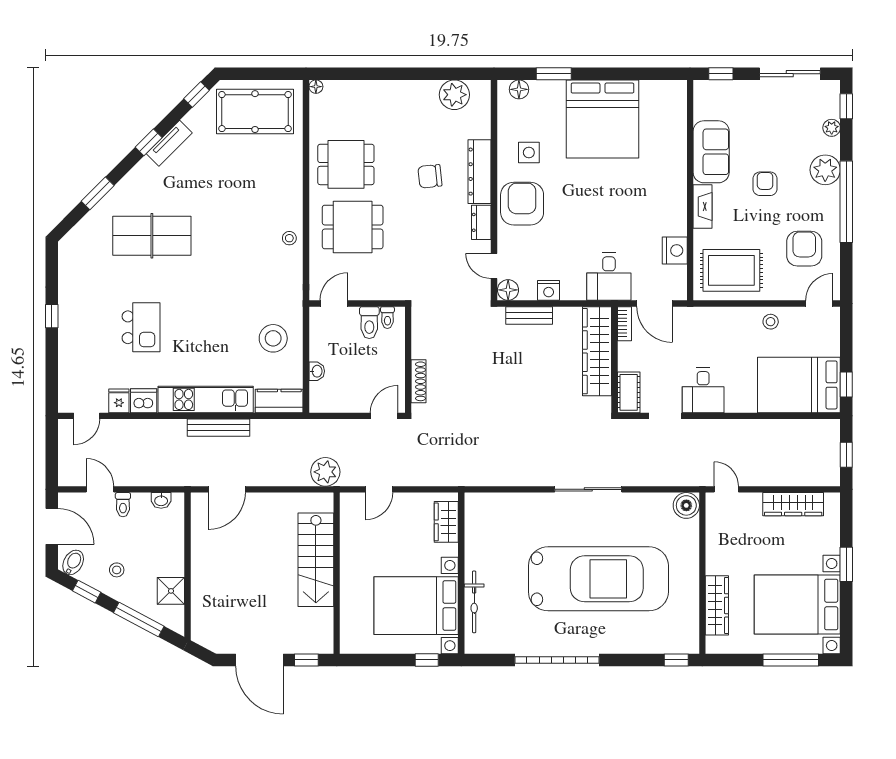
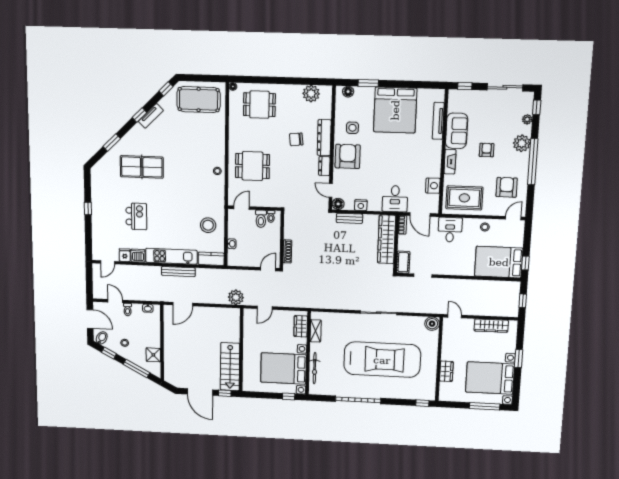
tv unit: (678, 135) -> (438, 121), added
dining table: (346, 164) -> (259, 105), moved
desk: (703, 390) -> (450, 230), moved, turned 180
shelving: (474, 529) -> (316, 331), added
stairs: (316, 560) -> (230, 367), moved
wardrobe: (717, 605) -> (446, 371), width x0.67

